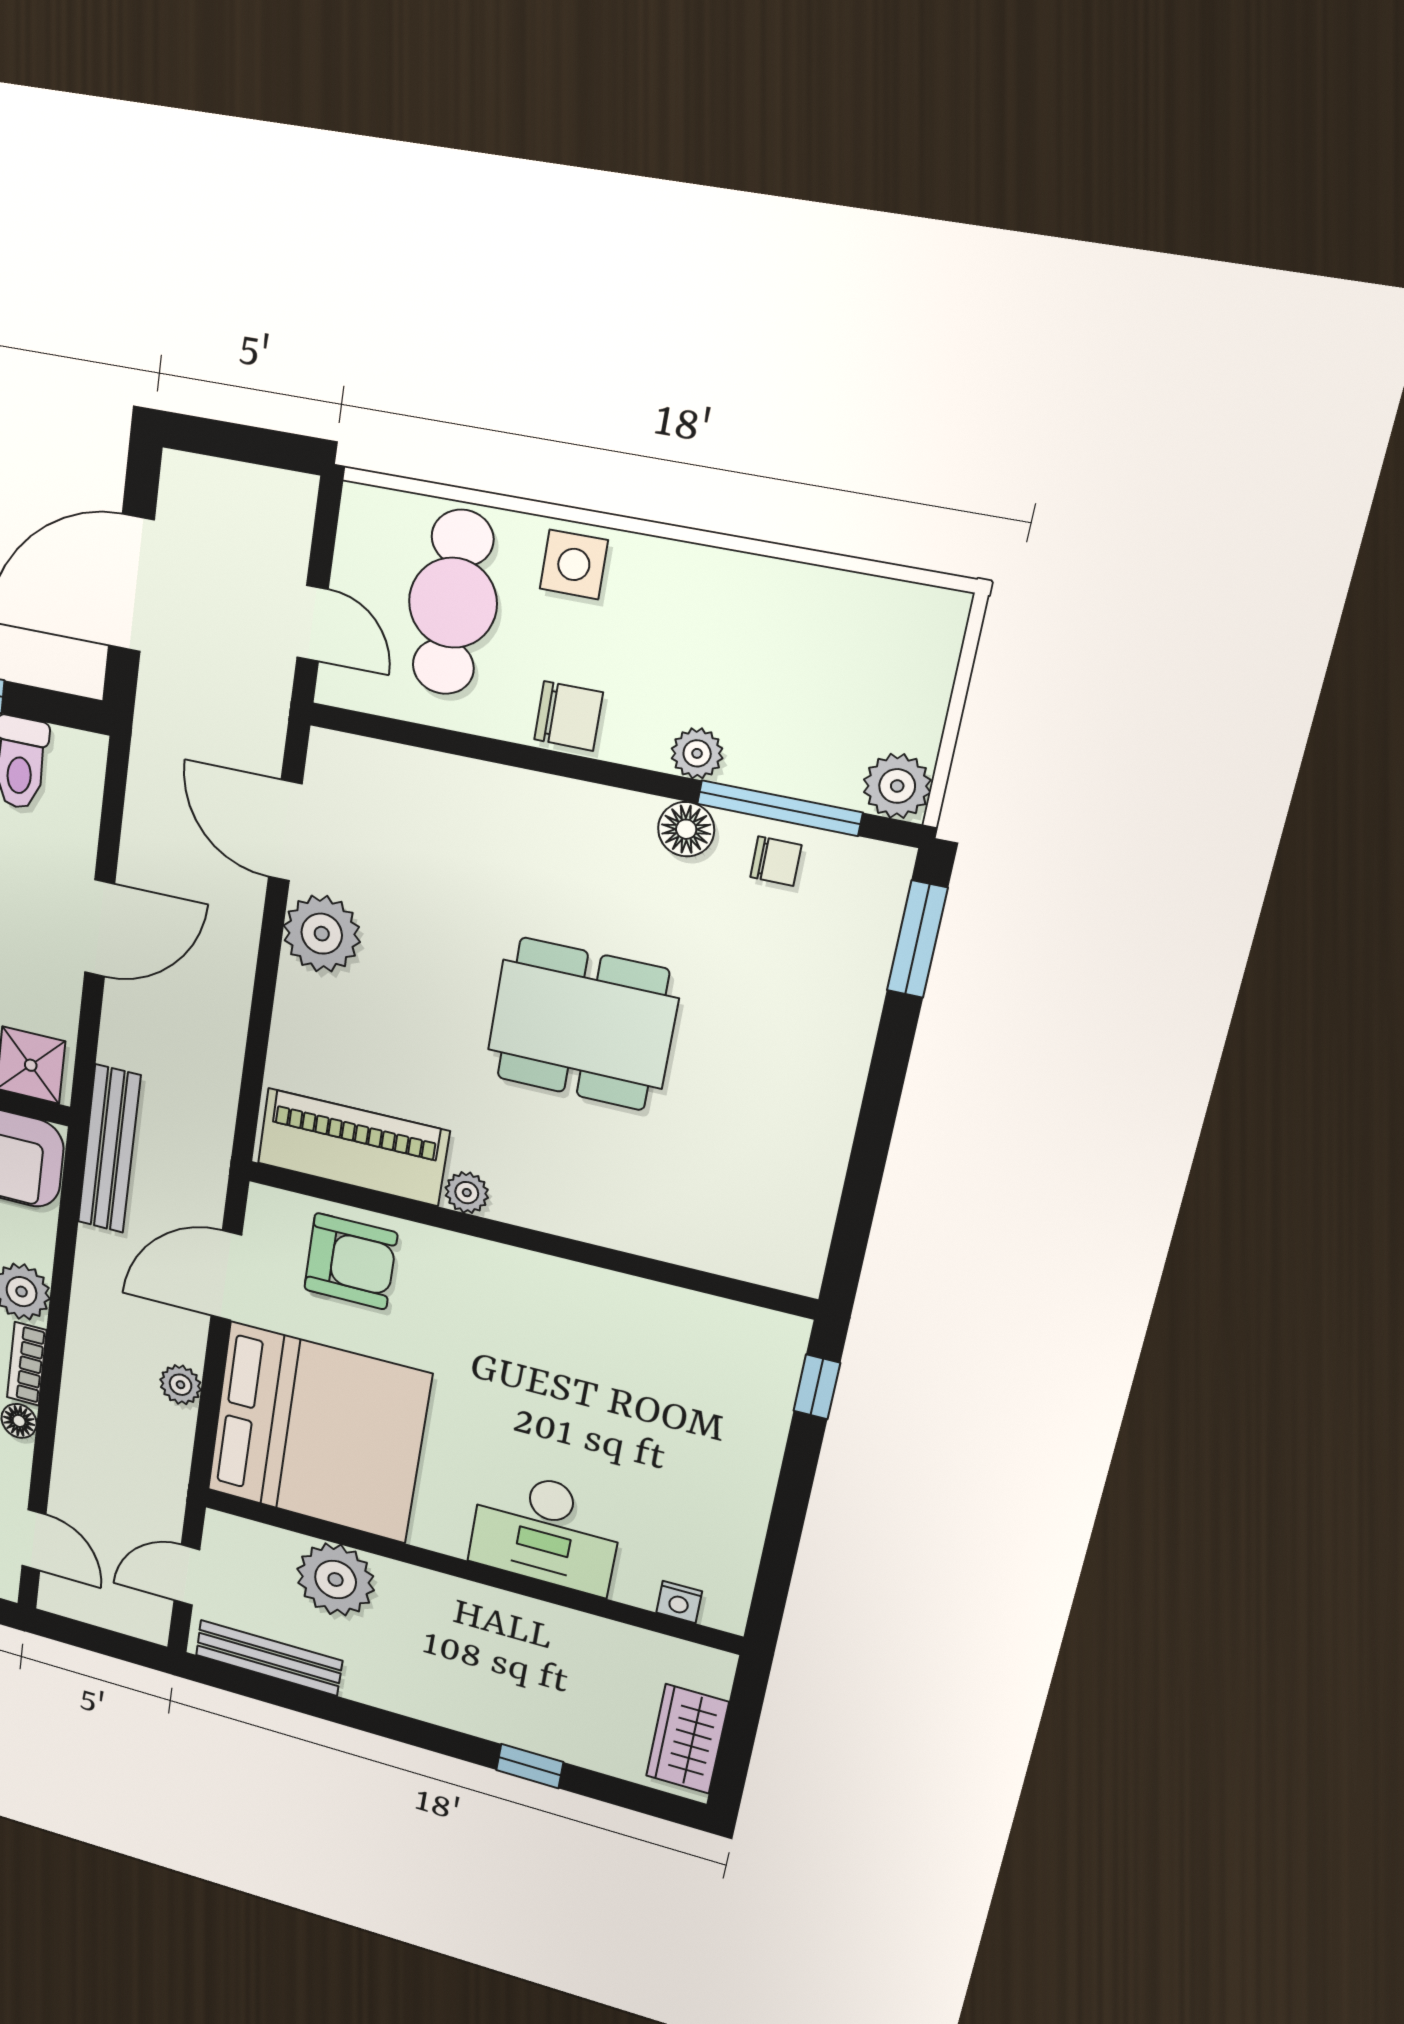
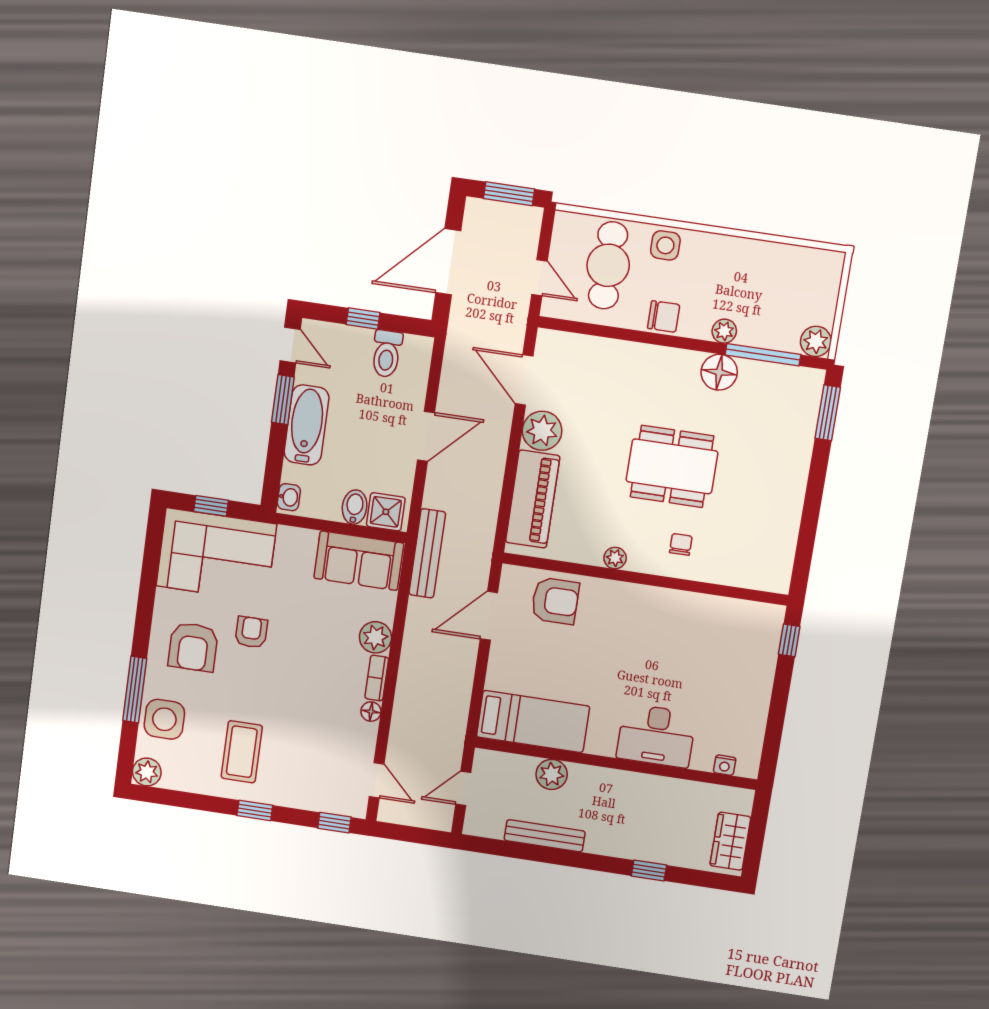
window: (248, 444) -> (509, 194), added
floor lamp: (686, 829) -> (719, 372), width x1.38, depth x1.38
chair: (776, 861) -> (681, 544), moved, turned -90
piano: (353, 1147) -> (533, 499), moved, turned 90
plant: (181, 1385) -> (463, 679), removed
bed: (318, 1433) -> (533, 722), width x0.49
plant: (336, 1580) -> (552, 774), width x0.73, depth x0.73
bench: (269, 1658) -> (545, 836), moved

